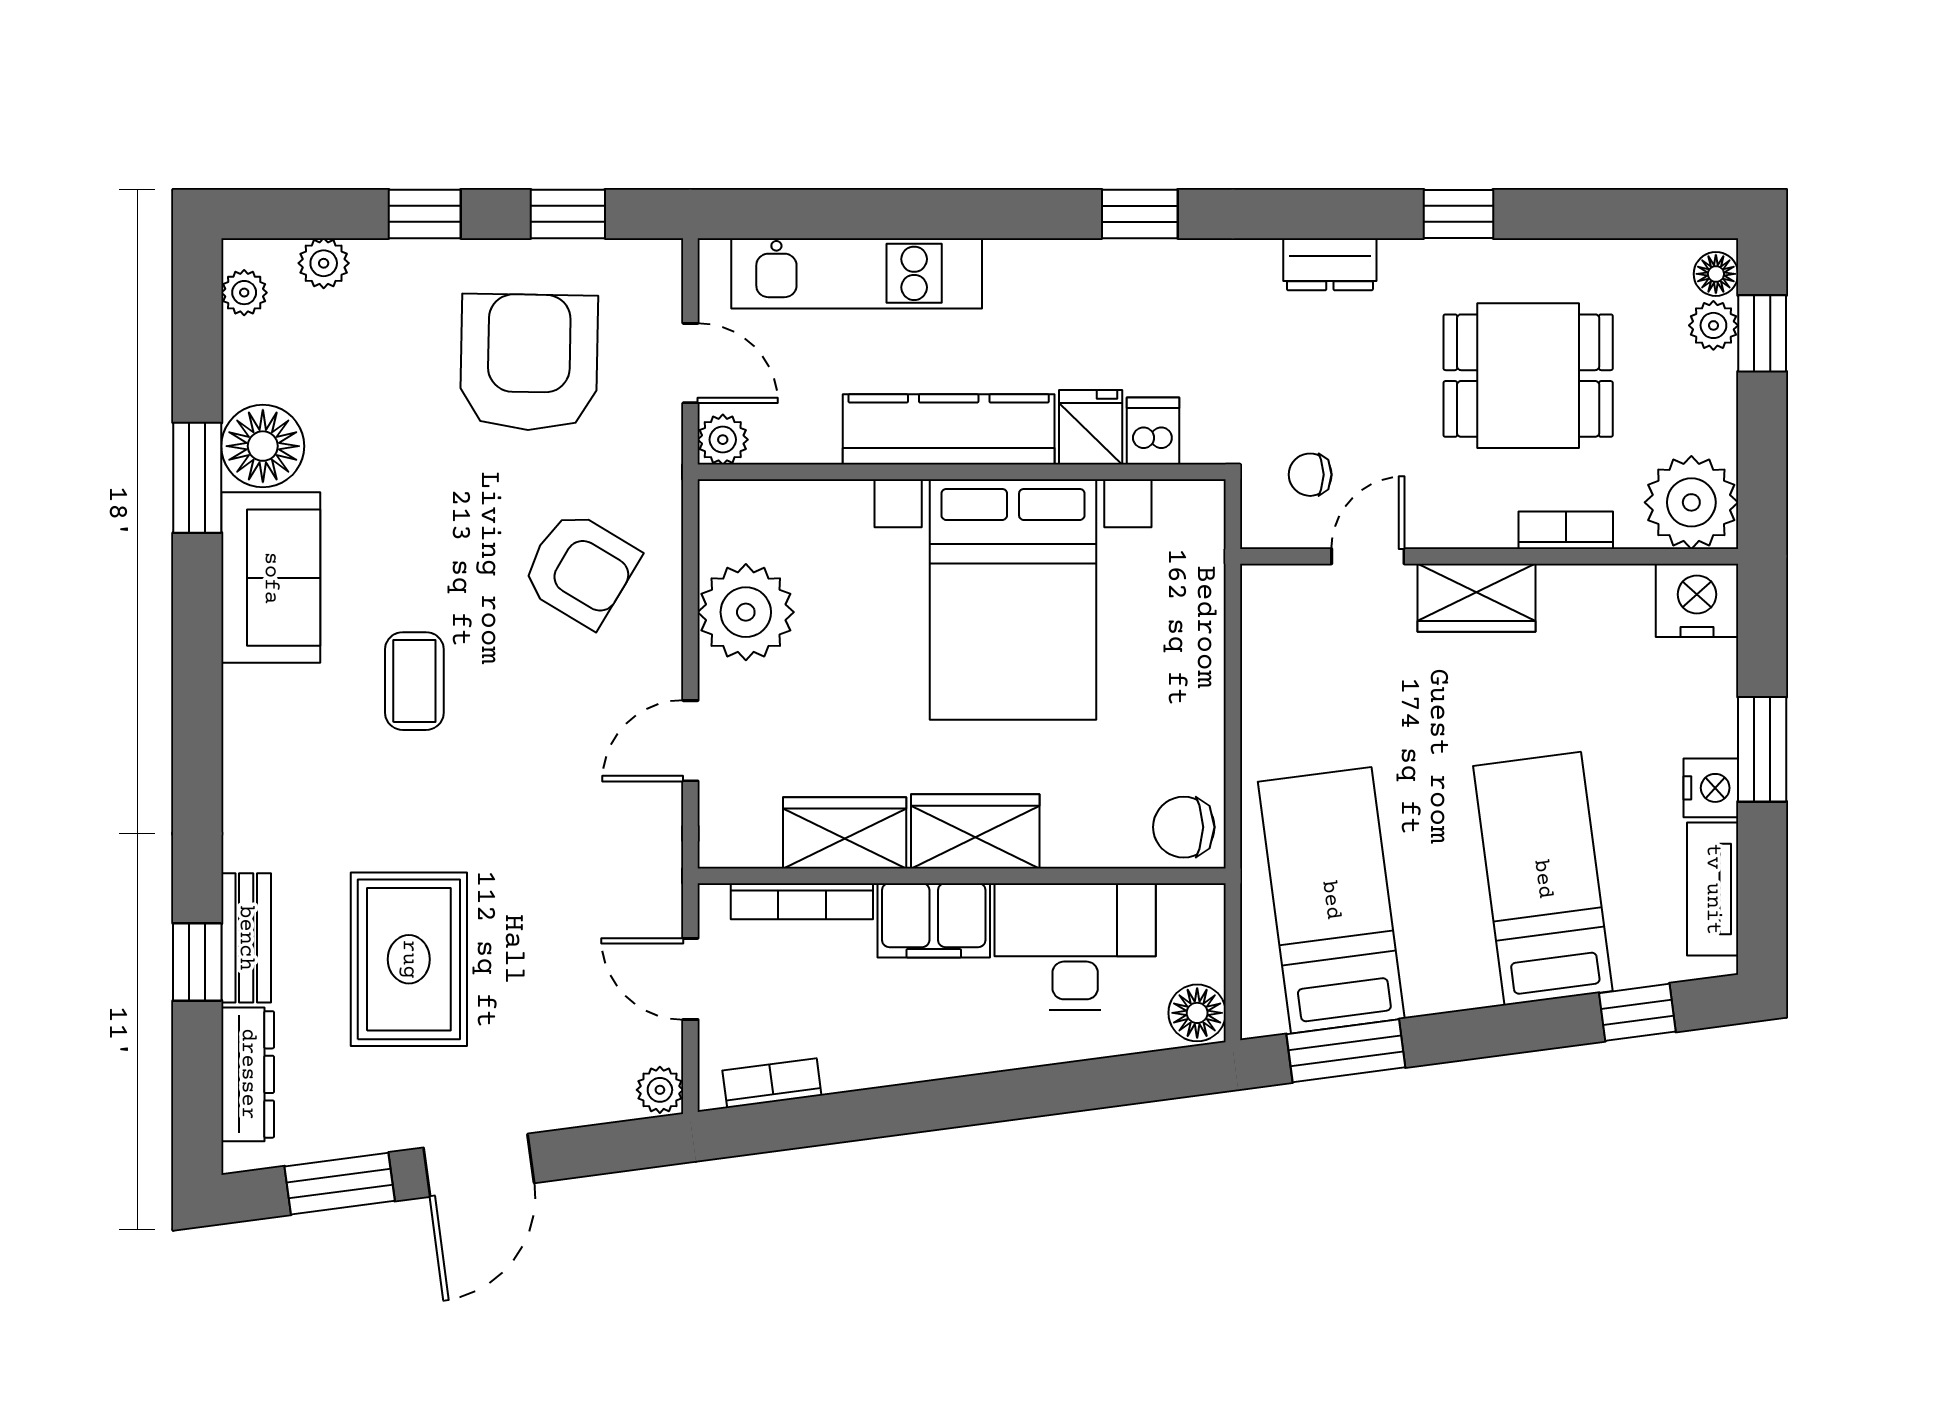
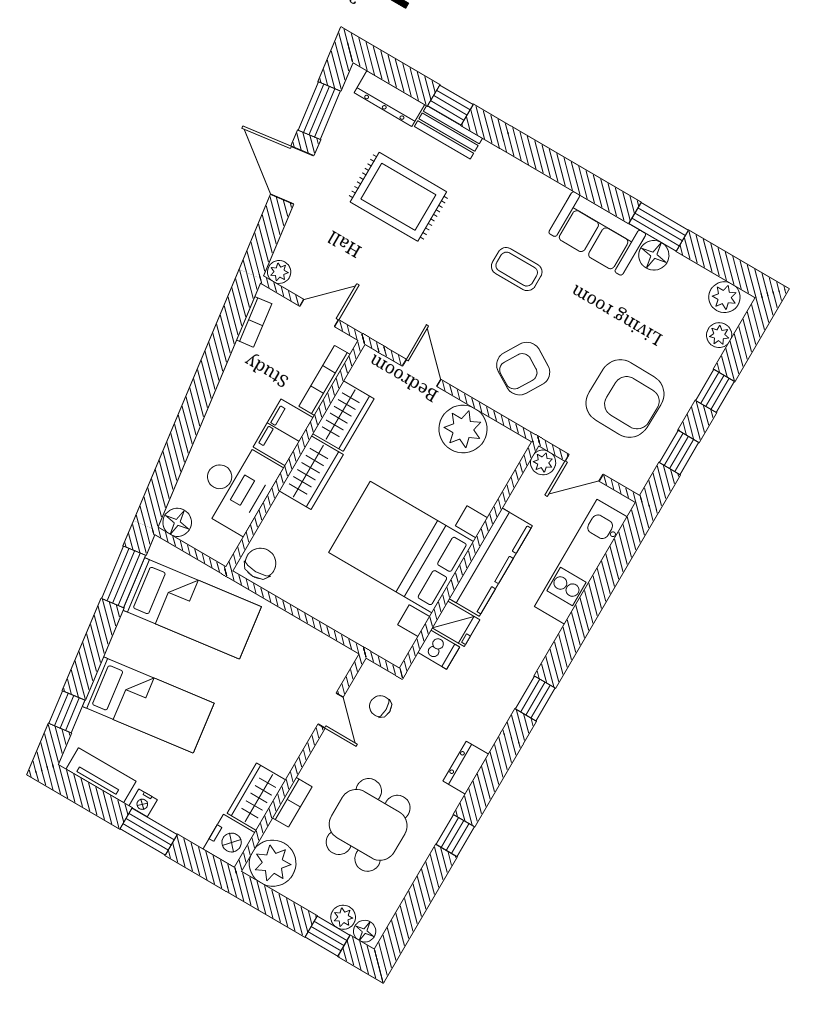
plant: (244, 293) -> (724, 297), width x1.38, depth x1.38
floor lamp: (263, 446) -> (654, 255), width x0.73, depth x0.73
chair: (1310, 475) -> (380, 706), turned -90
wardrobe: (1476, 598) -> (256, 797), moved
nightstand: (1711, 788) -> (143, 803), width x0.72, depth x0.74

